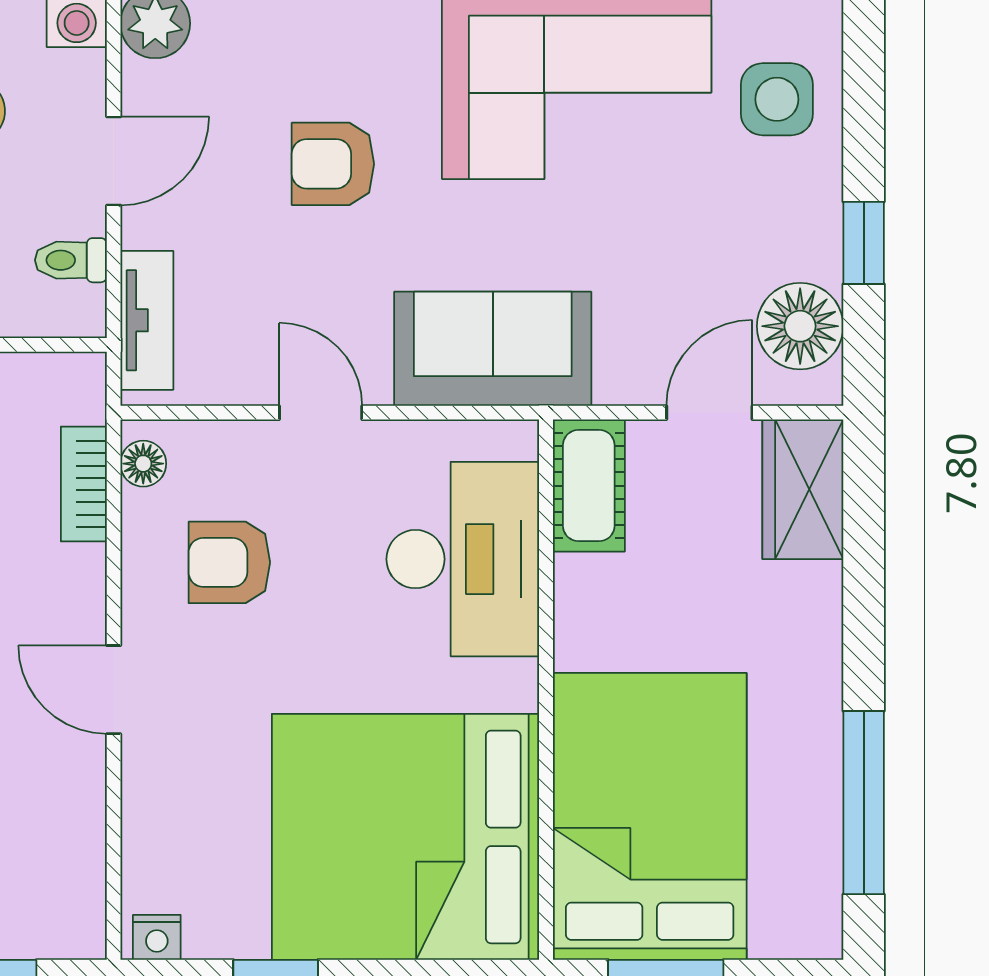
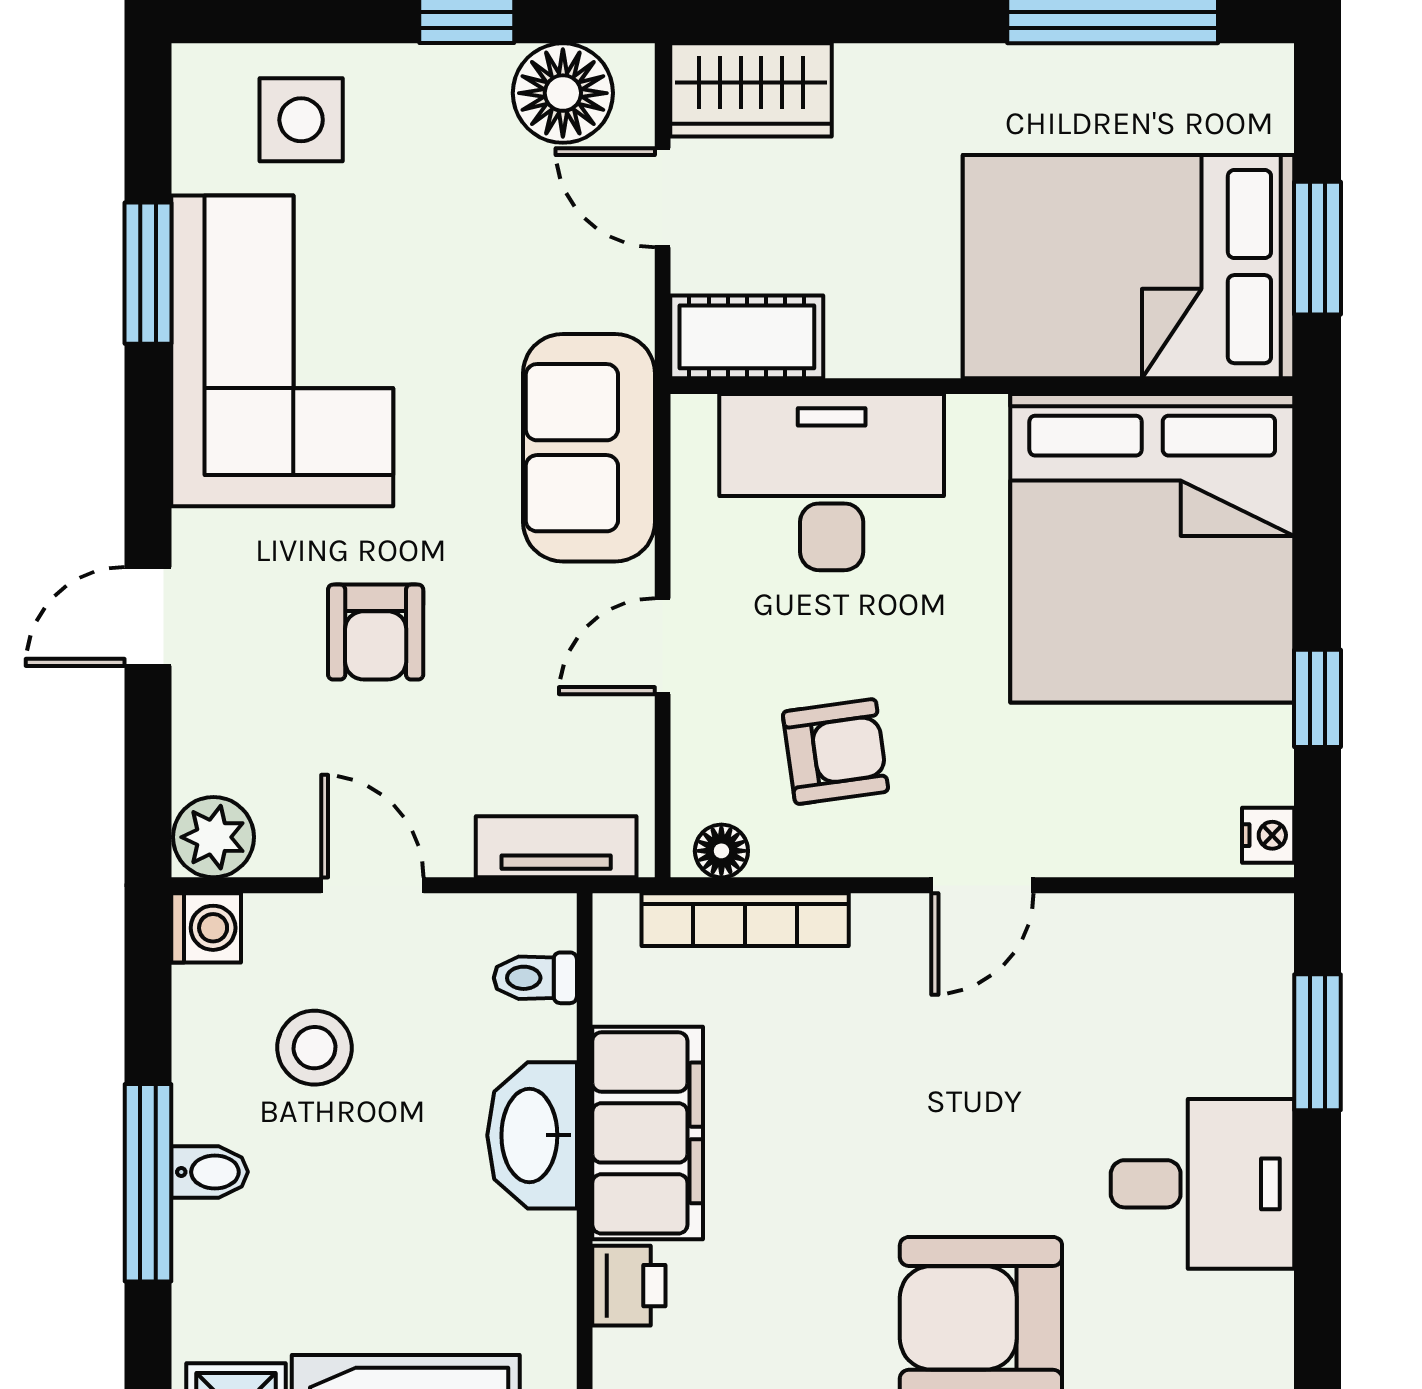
toilet: (71, 260) -> (535, 978), moved, turned 90
bookcase: (84, 484) -> (745, 920), width x1.56
armchair: (229, 562) -> (835, 752), turned -98

